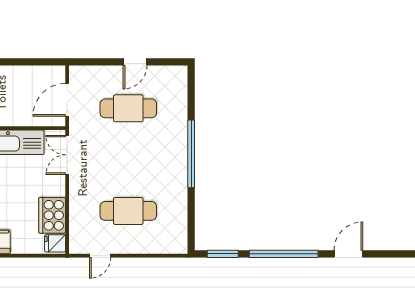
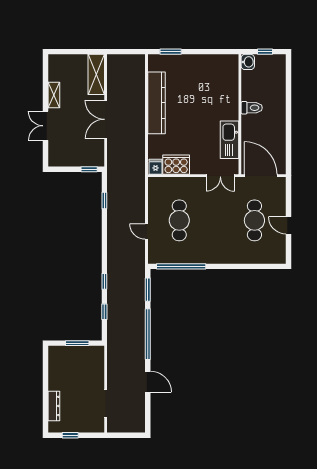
door: (67, 100) -> (261, 176), width x1.36
window: (191, 154) -> (181, 266), moved
double door: (67, 155) -> (220, 176), swing flipped
door: (100, 256) -> (147, 232), moved

